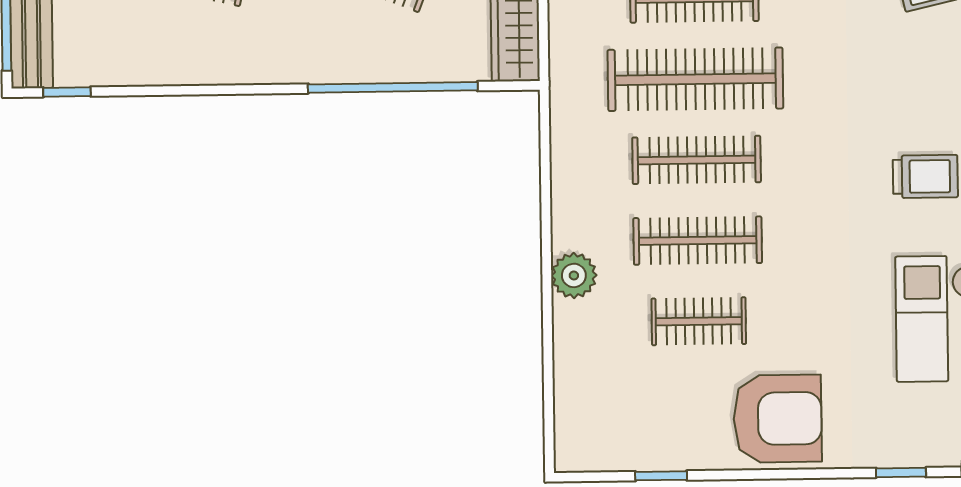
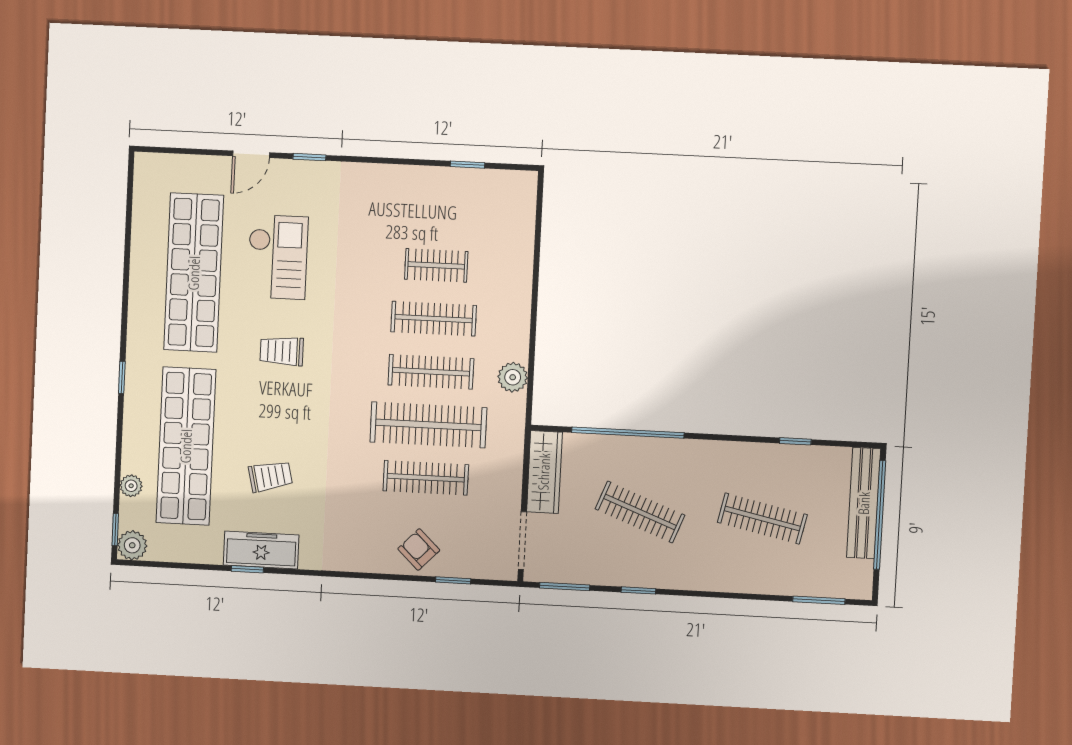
window: (67, 92) -> (795, 441), moved
plant: (574, 275) -> (513, 377), moved
armchair: (778, 419) -> (388, 198), removed

